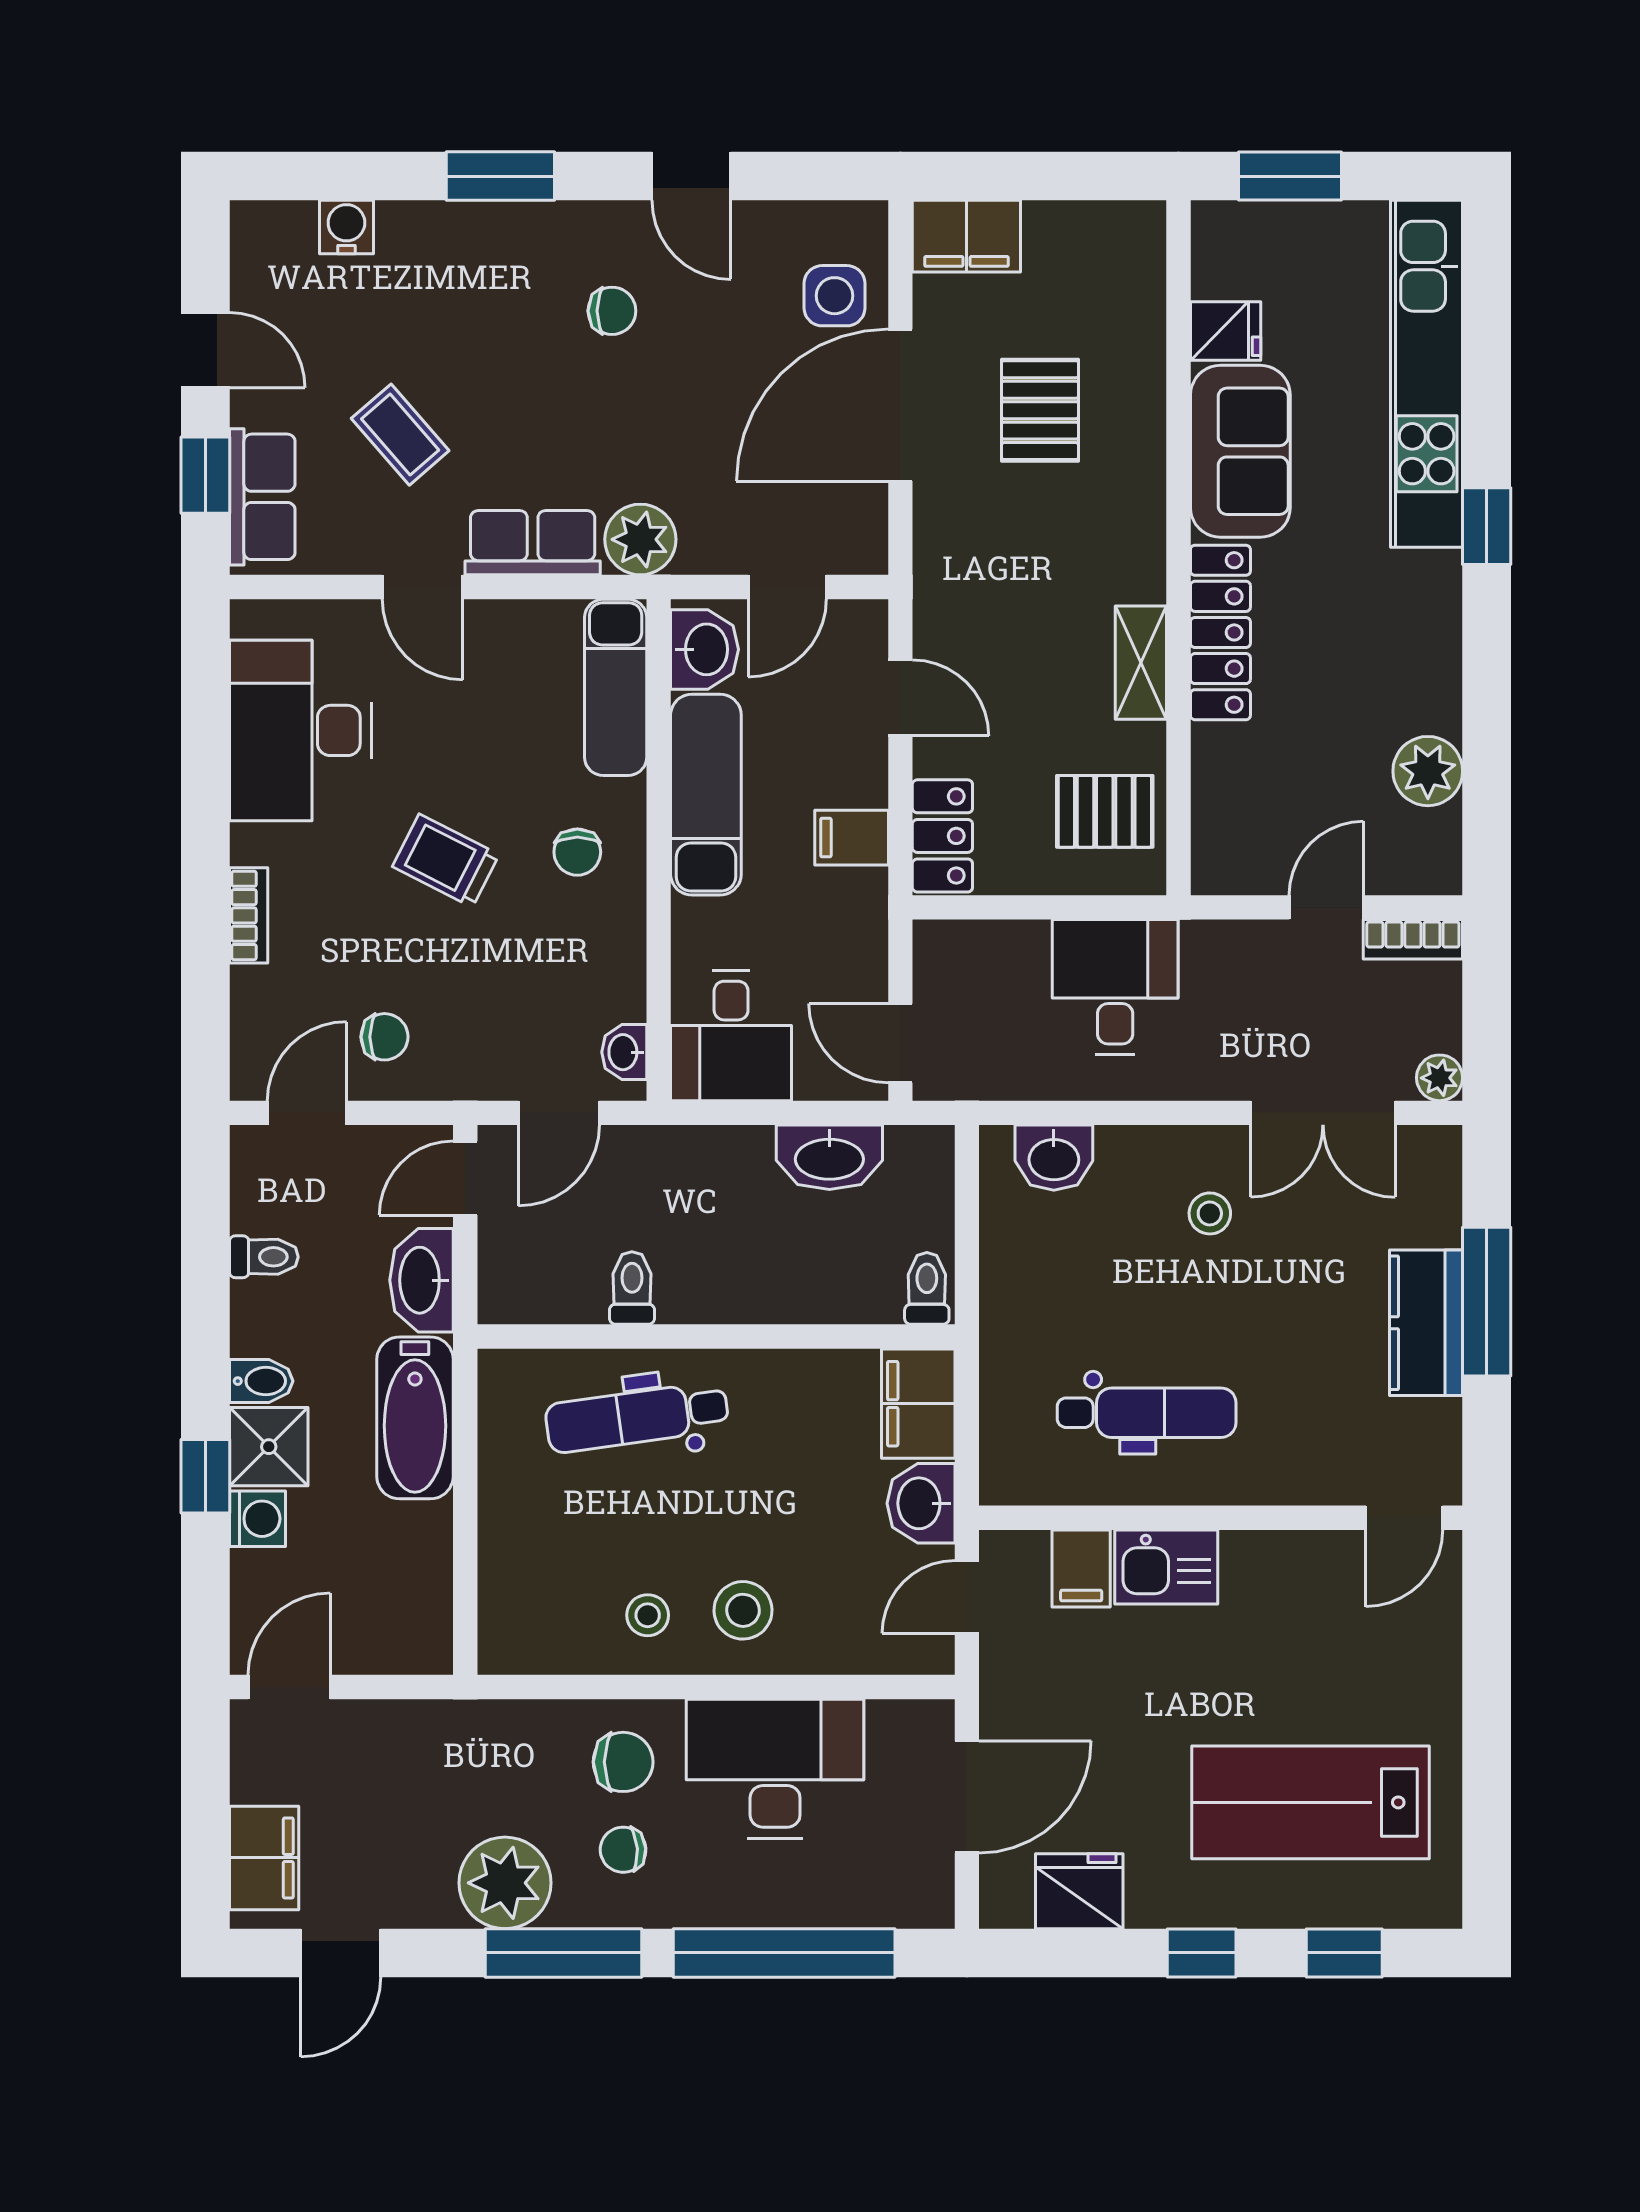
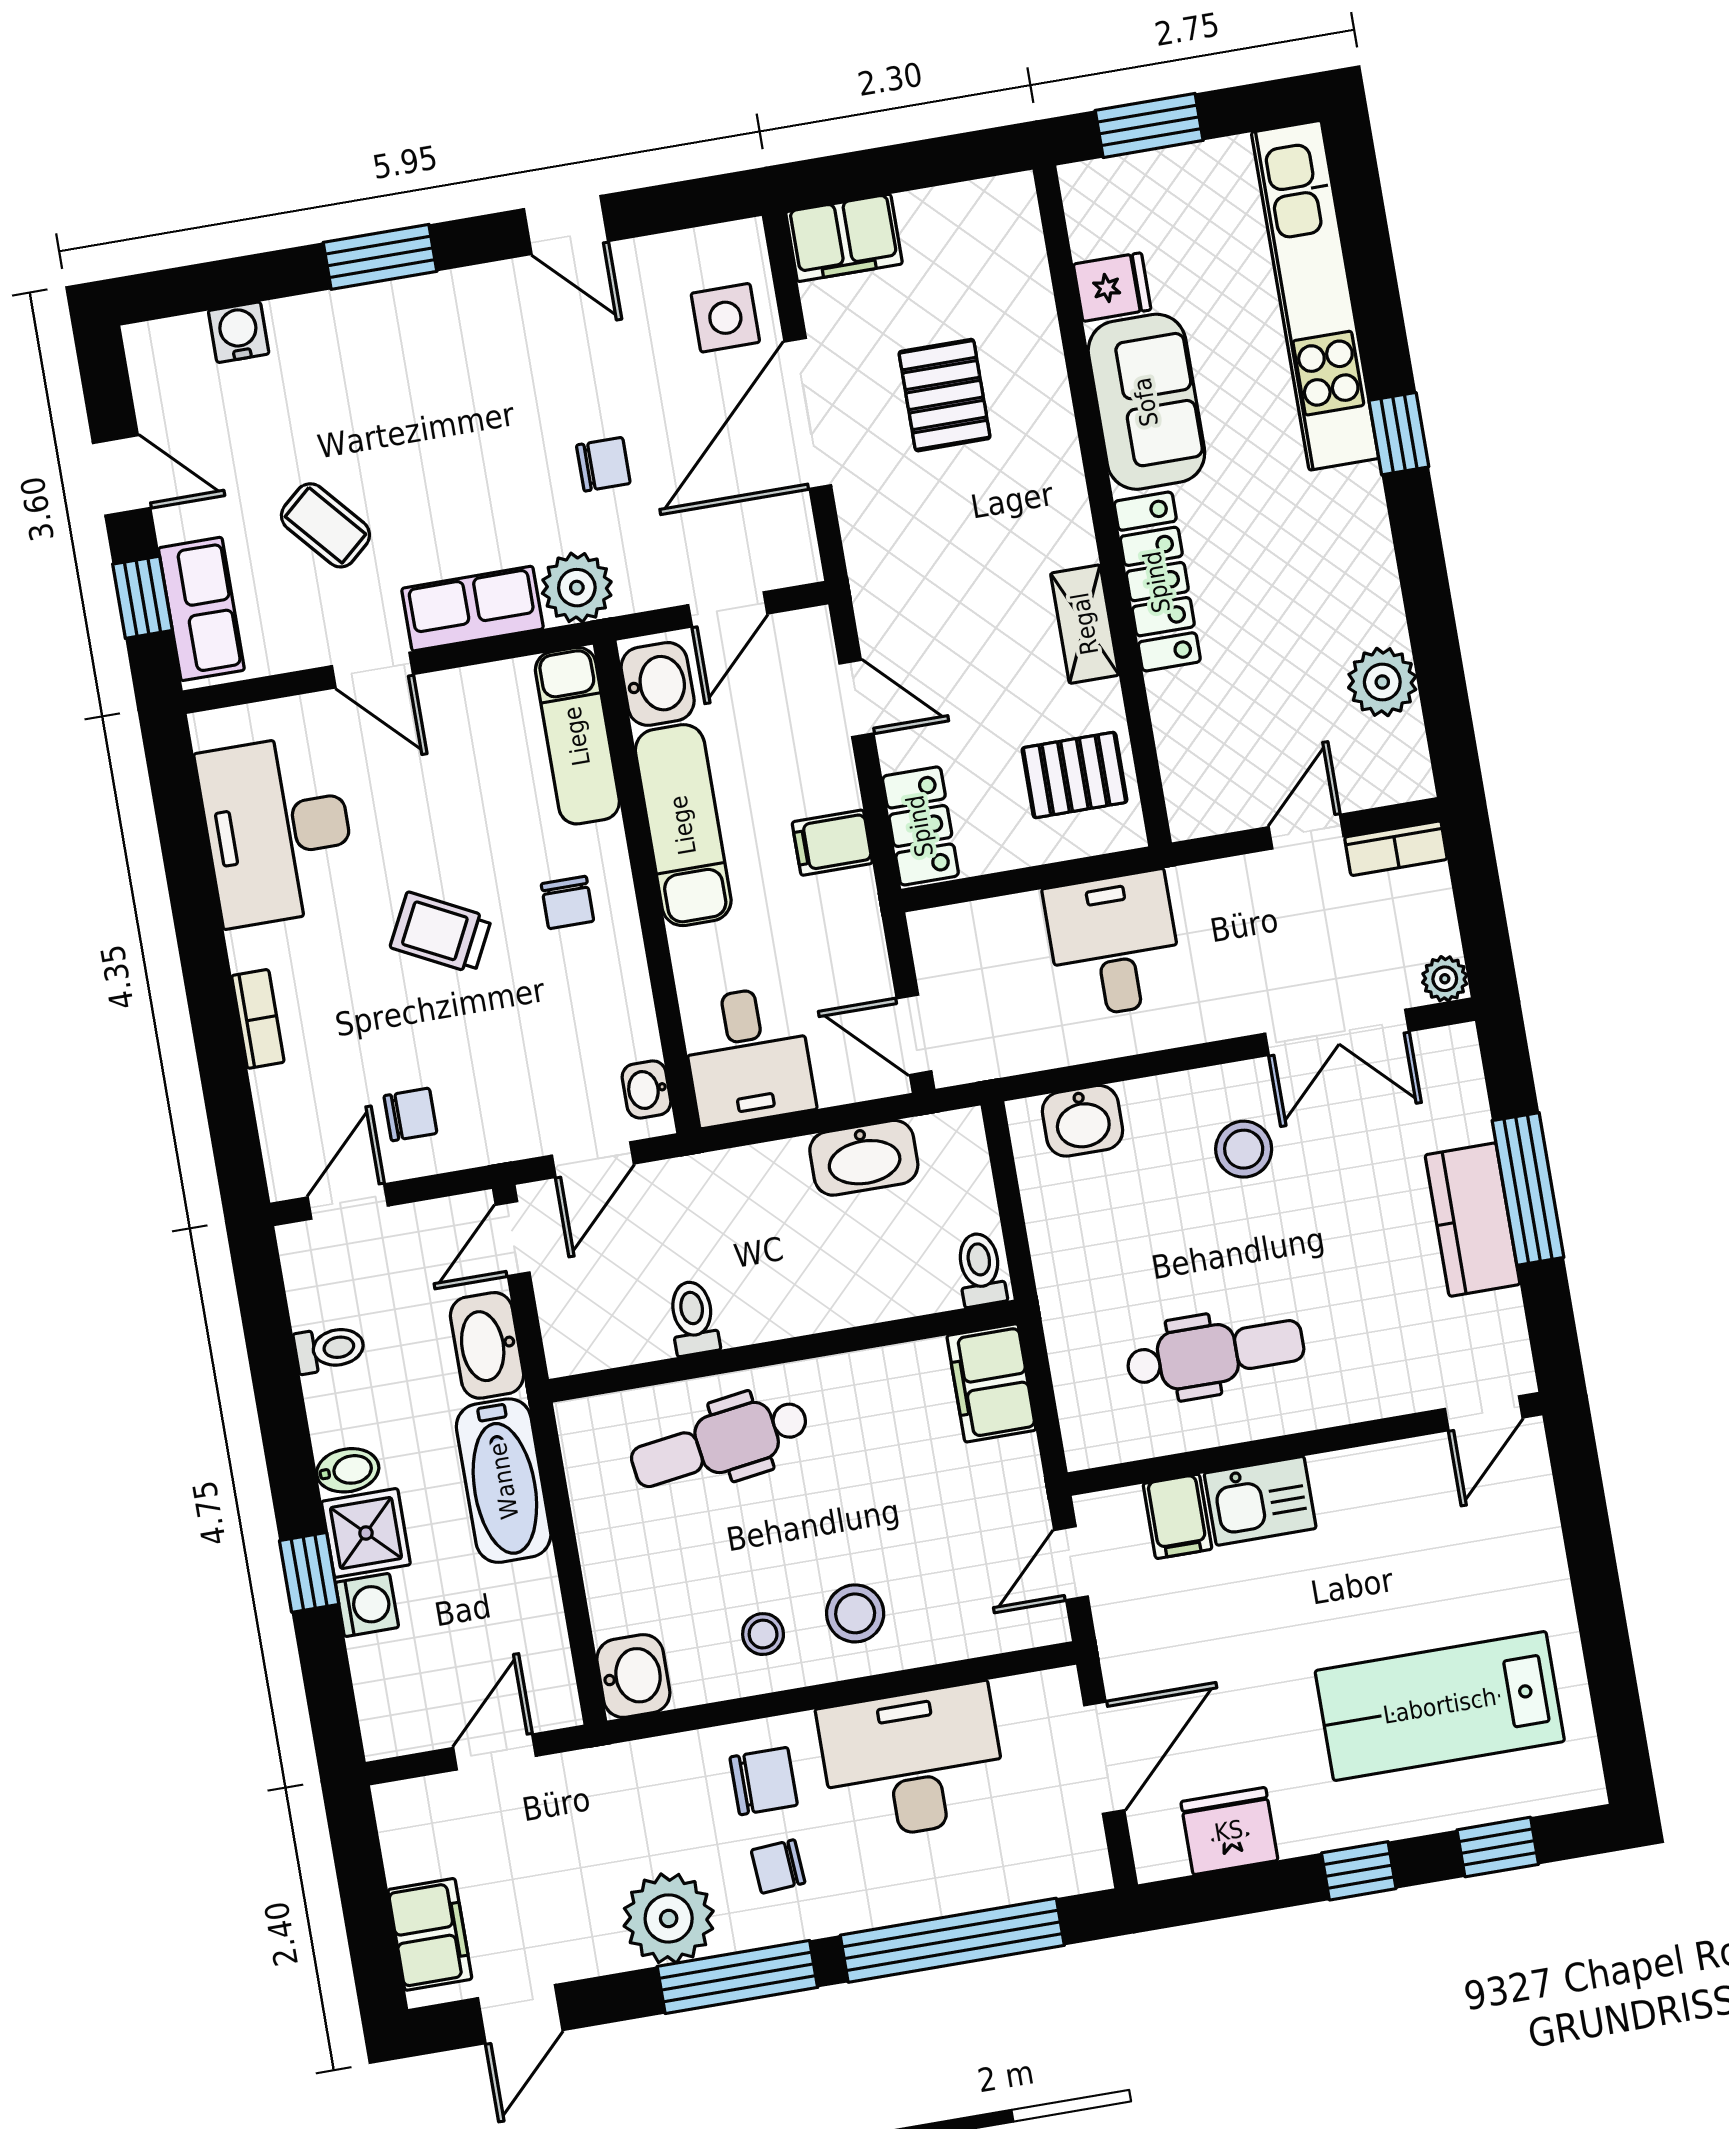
chair: (612, 311) -> (603, 464), moved
stool: (1210, 1213) -> (1244, 1149), width x1.37, depth x1.37
washbasin: (921, 1503) -> (633, 1676), moved, turned 180
door: (289, 1687) -> (494, 1752), moved

